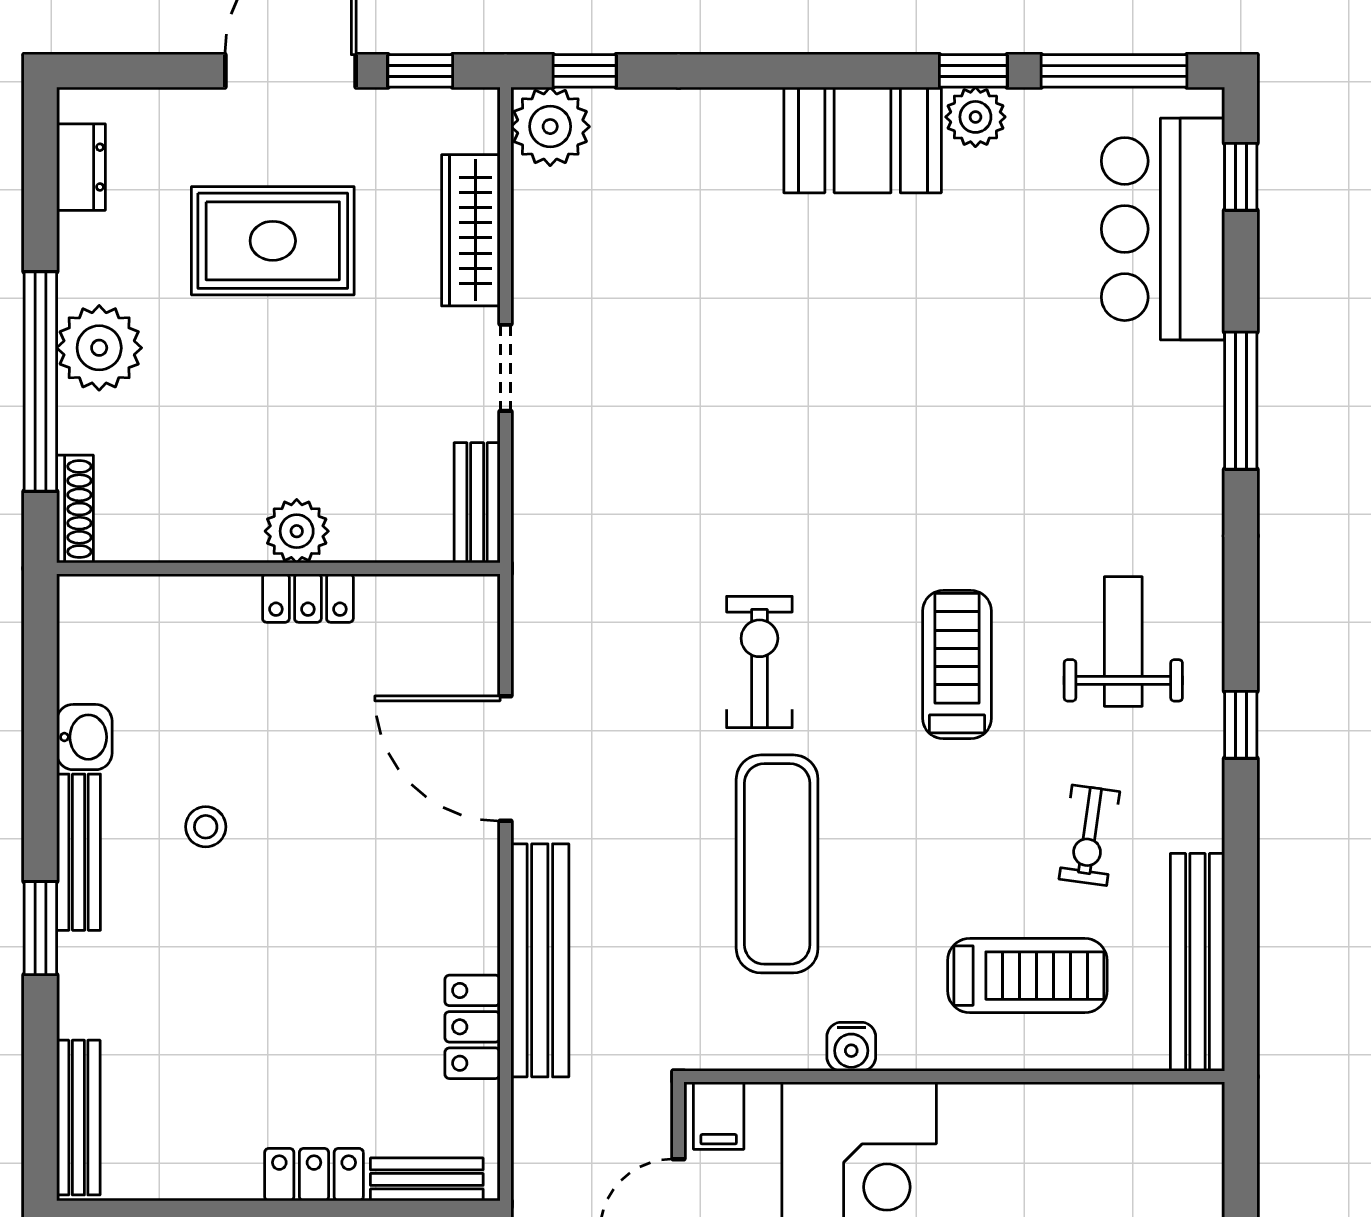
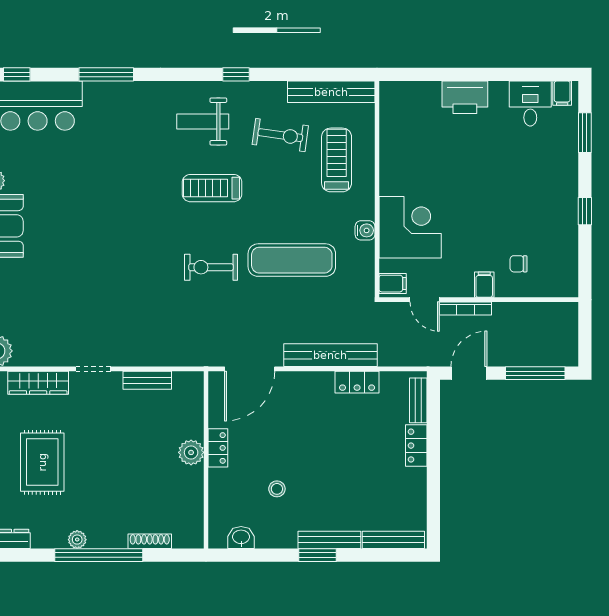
plant: (99, 348) -> (77, 540), width x0.53, depth x0.53
plant: (297, 531) -> (191, 452), moved
wall: (278, 568) -> (206, 460), moved
locker: (308, 598) -> (218, 448), moved
exercise bike: (1089, 835) -> (280, 135), width x1.38, depth x1.39
bench: (79, 852) -> (329, 540), moved

